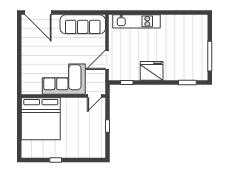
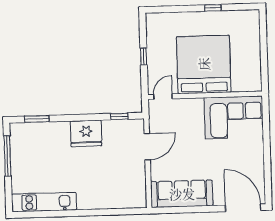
kitchen unit: (136, 21) -> (44, 202), moved
corner sofa: (64, 79) -> (234, 117), moved
bed: (41, 119) -> (204, 64), moved

